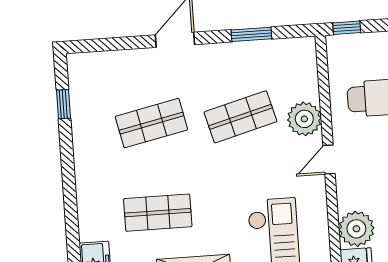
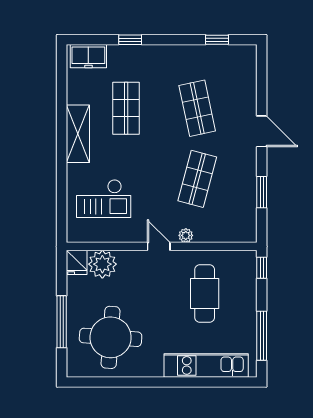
shop shelf: (240, 117) -> (197, 179), turned 30
plant: (304, 119) -> (186, 235), width x0.53, depth x0.53
window: (71, 213) -> (130, 40), added

